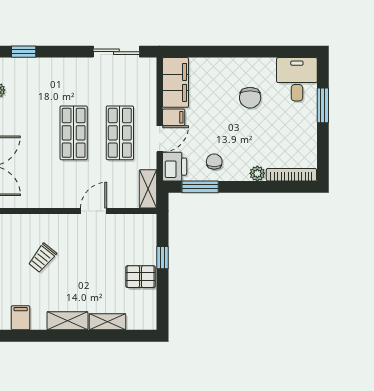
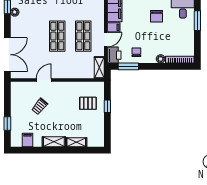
door: (94, 211) -> (44, 80), moved
pallet: (141, 277) -> (88, 103), moved

